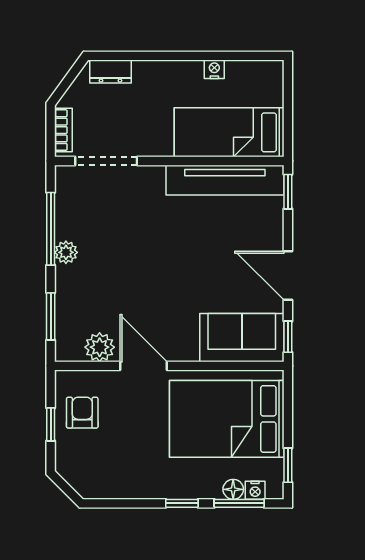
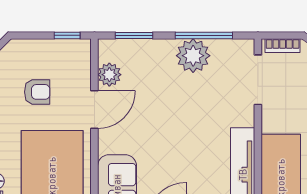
plant: (66, 252) -> (193, 56), width x1.88, depth x1.88
armchair: (82, 413) -> (37, 92), moved
window: (51, 424) -> (67, 35), moved

